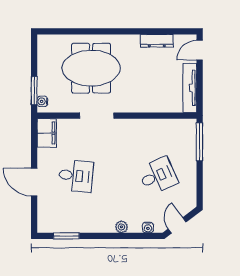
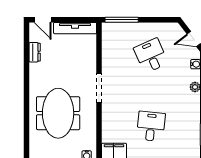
dresser: (157, 41) -> (35, 52), width x0.70
doorway: (97, 116) -> (99, 88), moved

